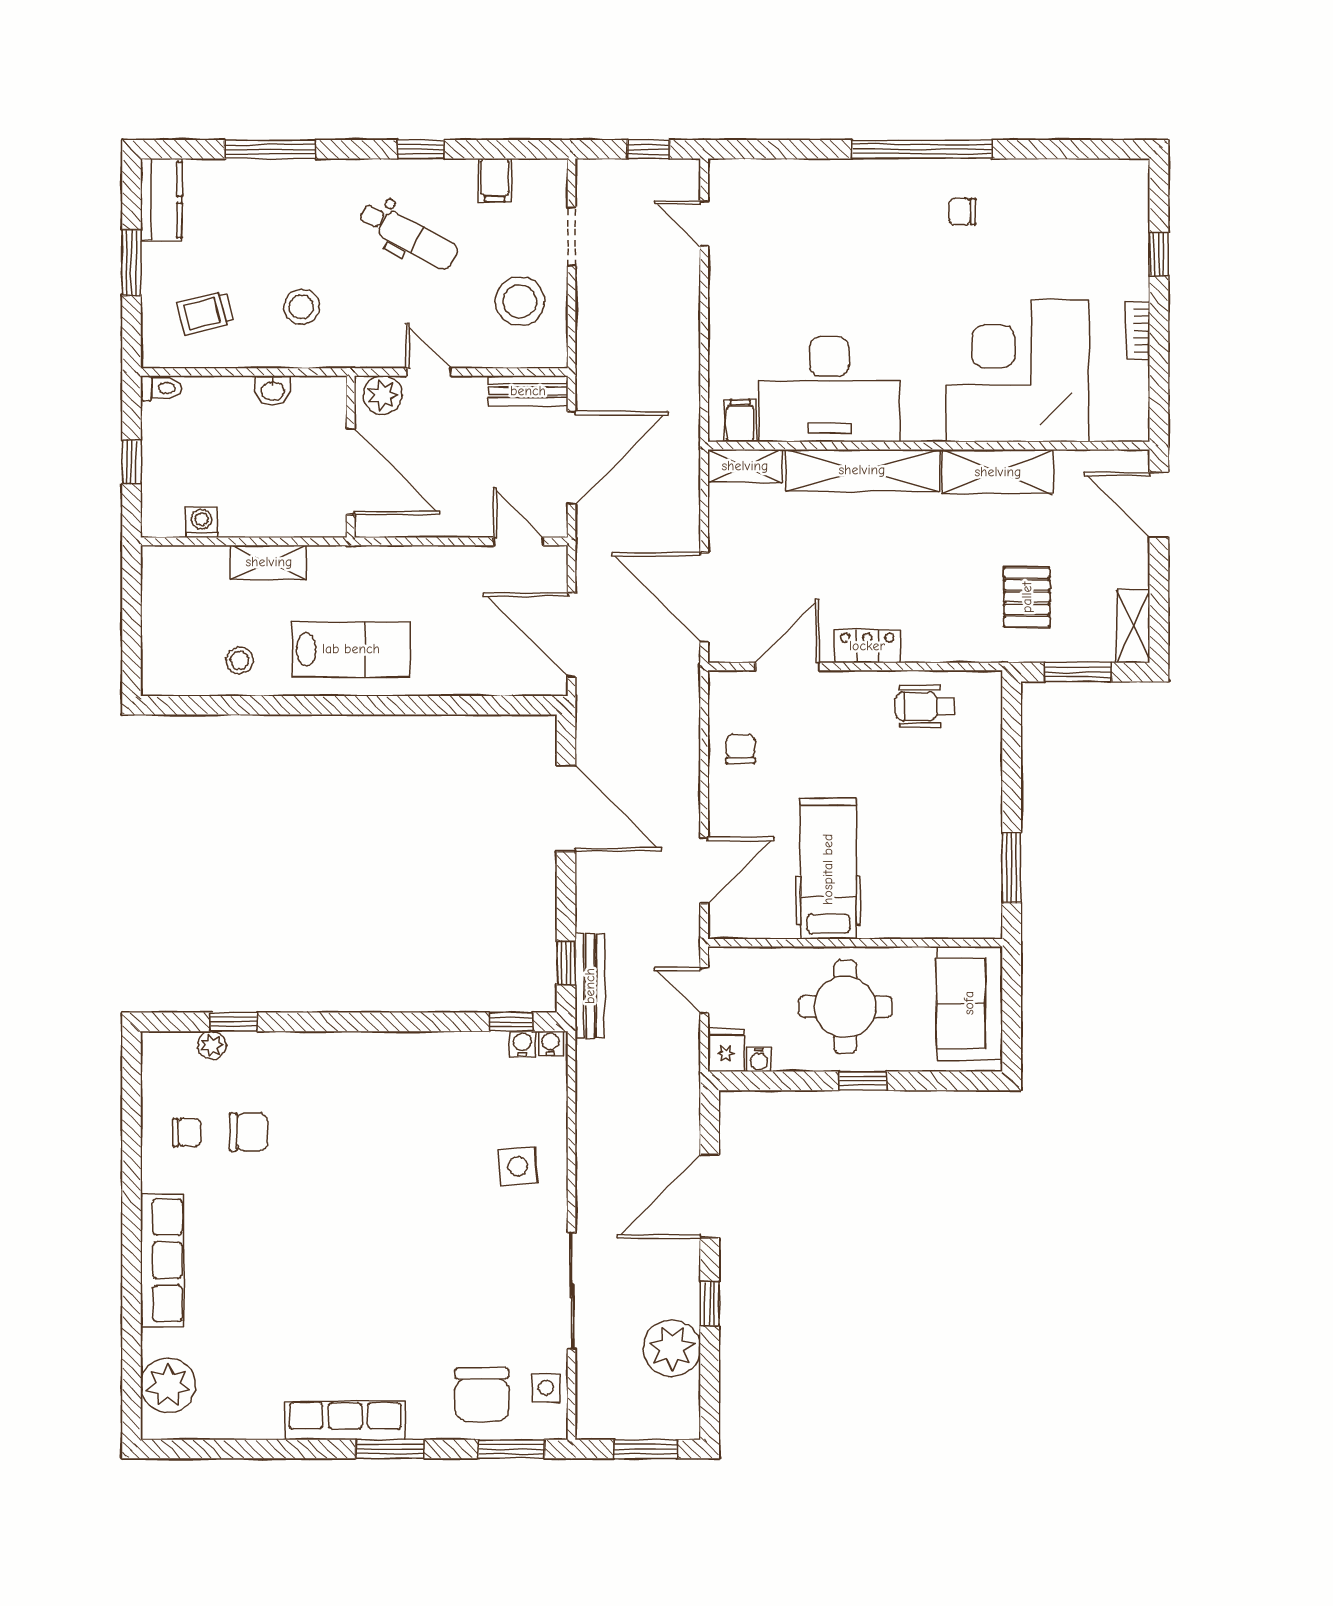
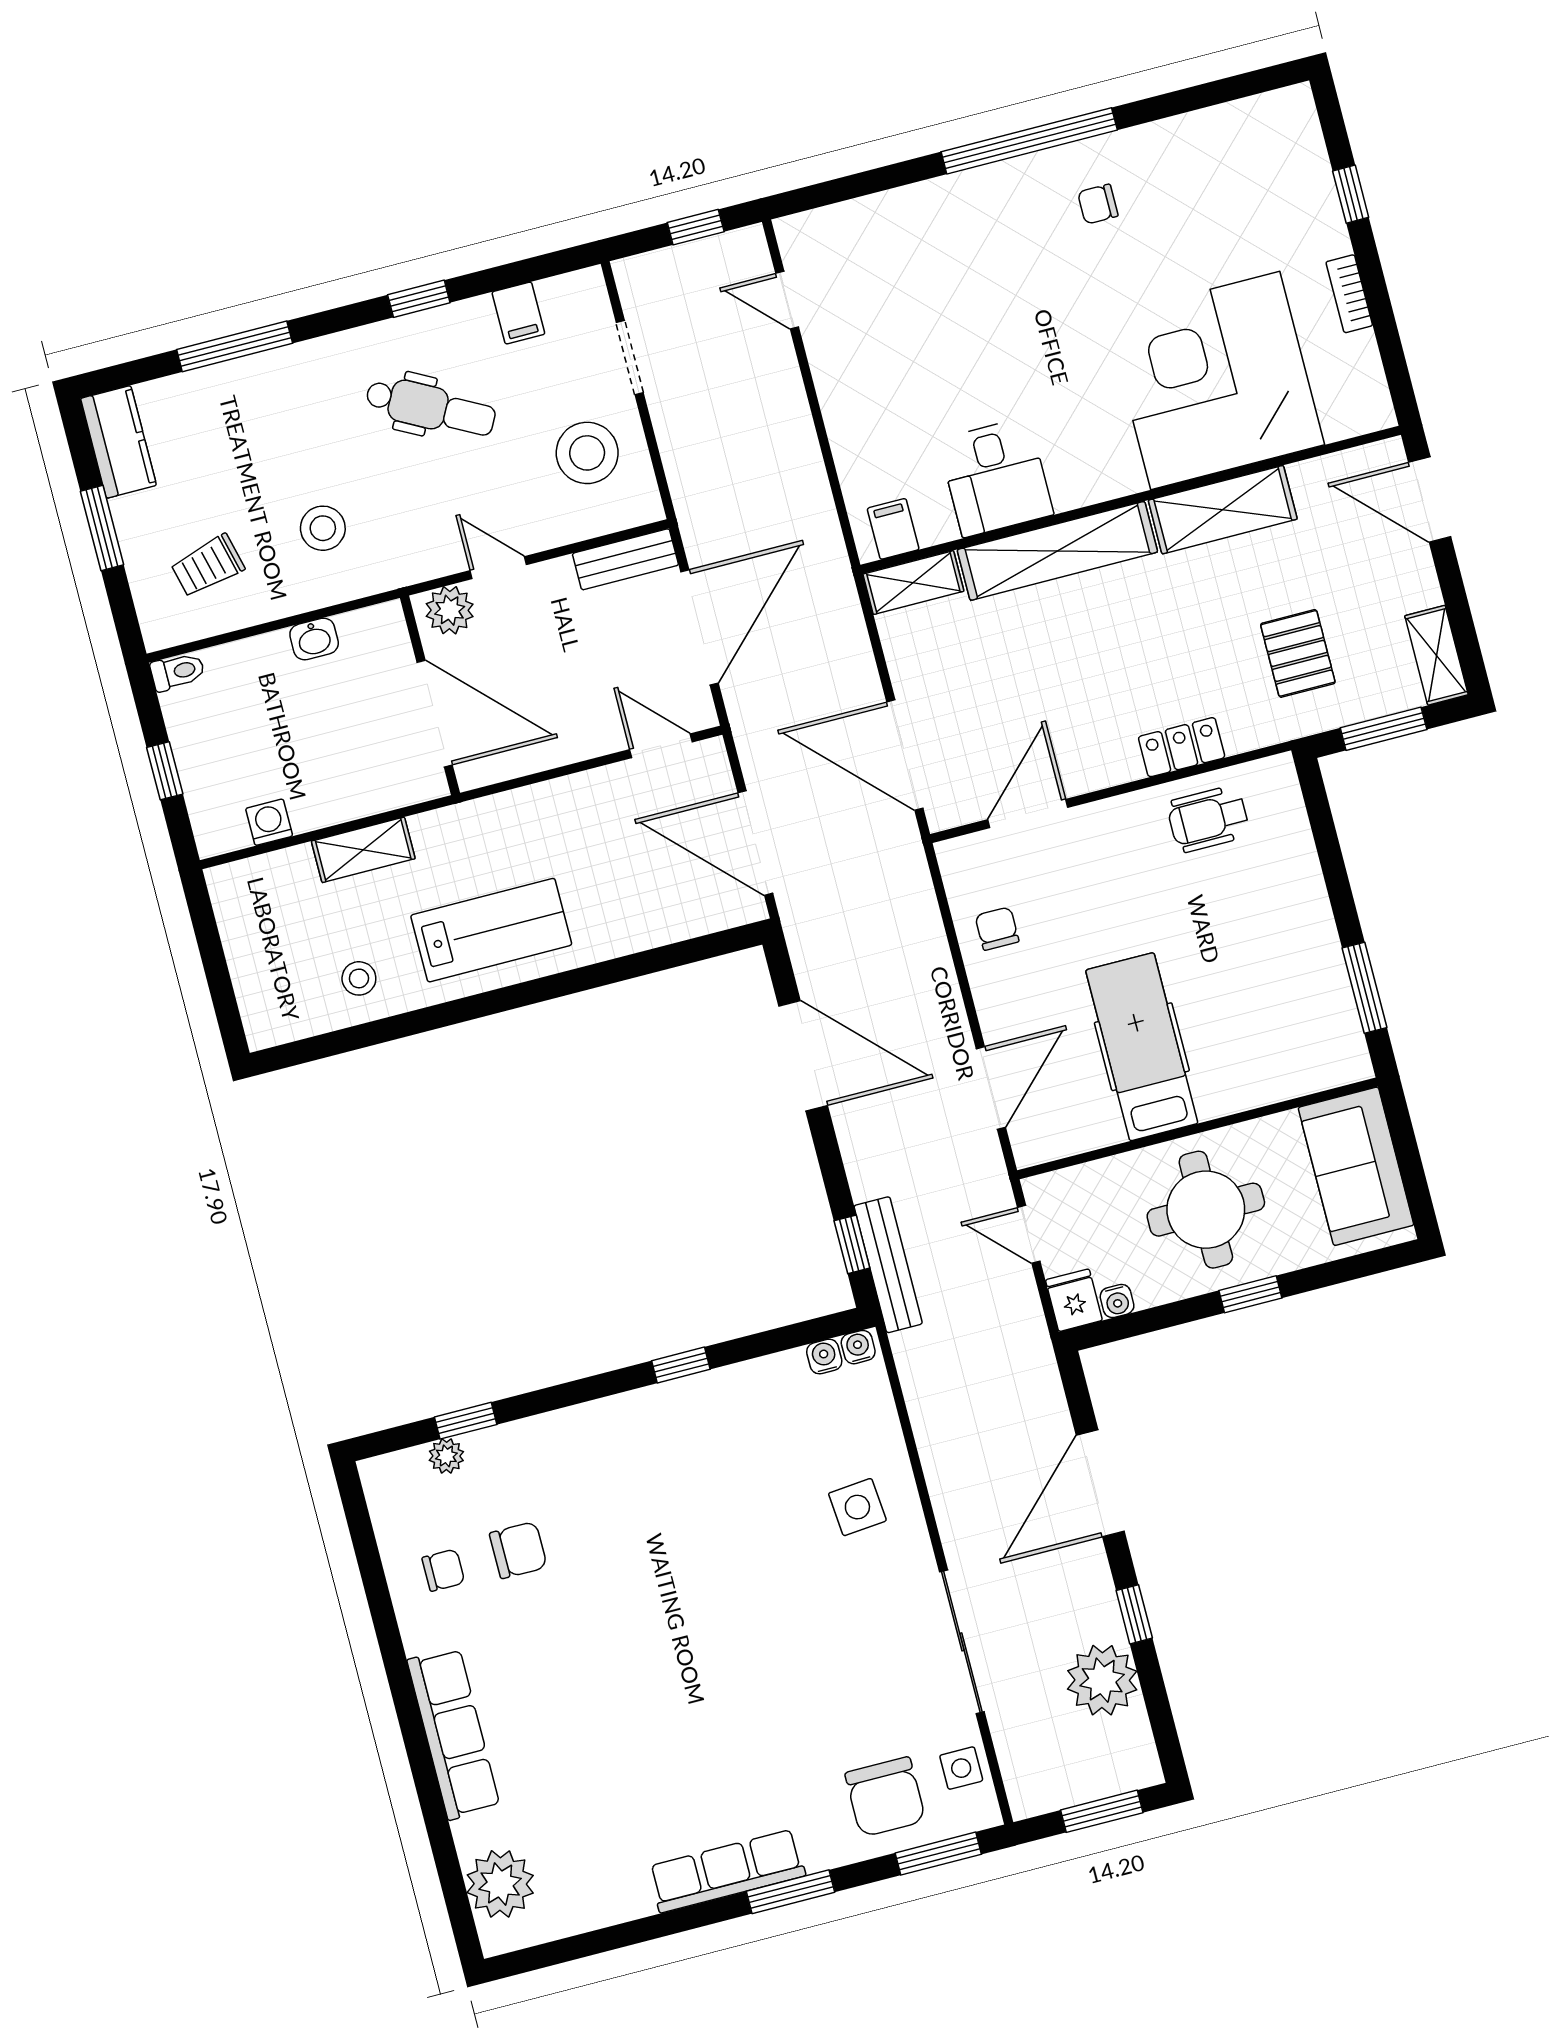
desk: (829, 389) -> (996, 477), width x0.53, depth x0.77
locker: (867, 646) -> (1182, 747), moved
window: (511, 1022) -> (681, 1365), moved

